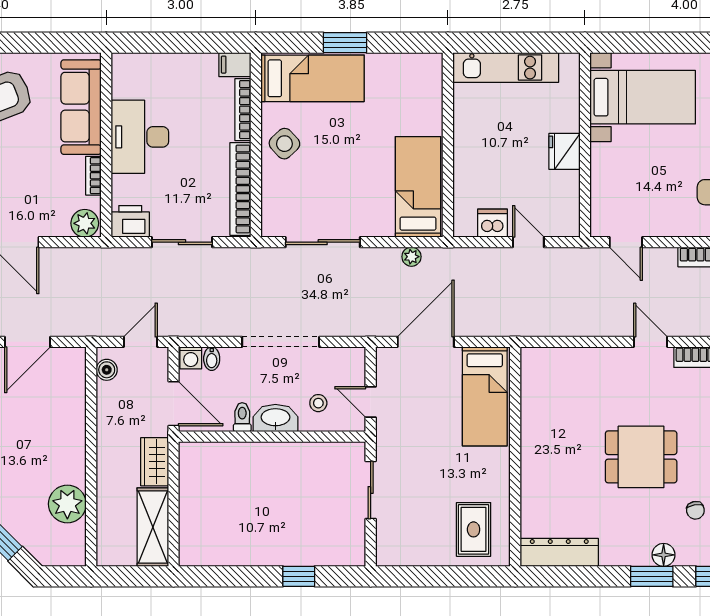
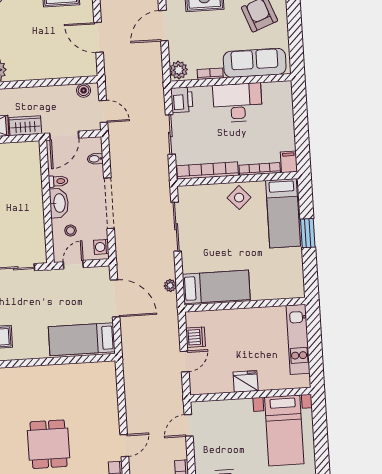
washing machine: (191, 358) -> (101, 247), moved

